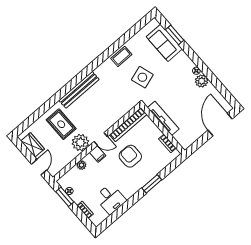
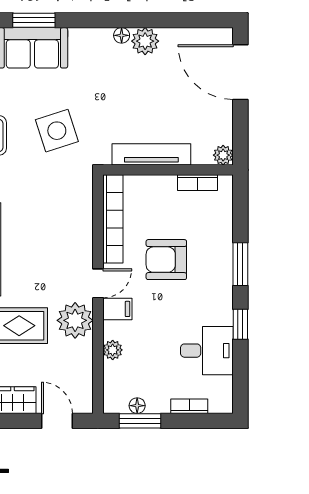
plant: (185, 144) -> (223, 155), added
window: (130, 203) -> (240, 324), added

